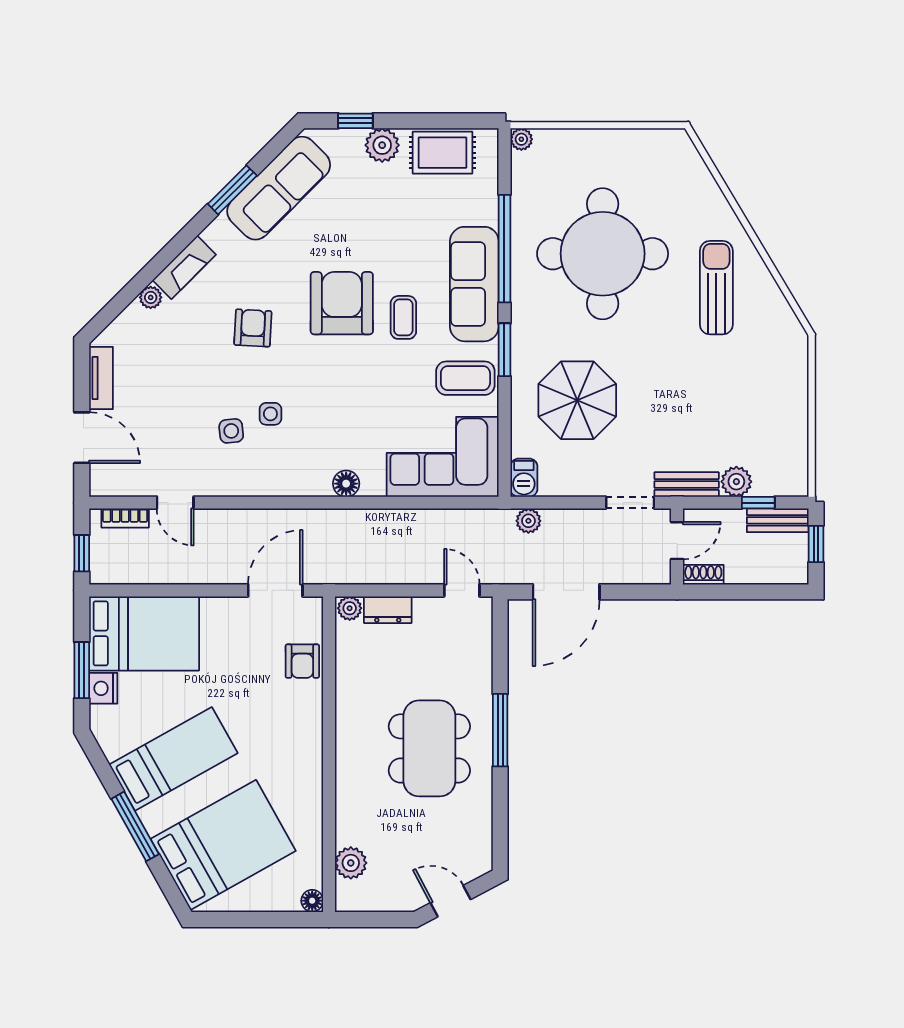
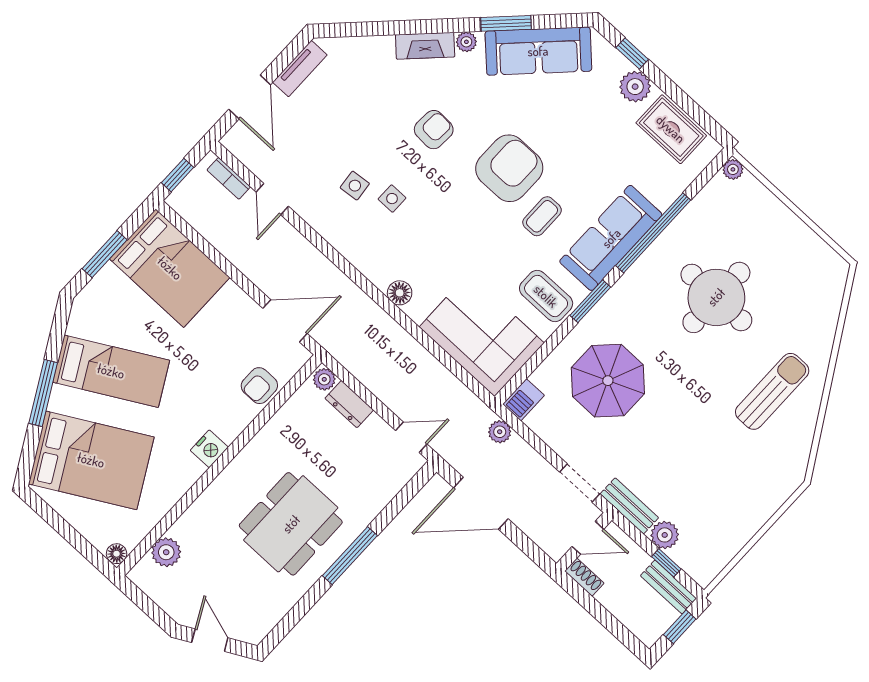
round table: (603, 254) -> (716, 297), width x0.73, depth x0.73
plant: (151, 297) -> (466, 42), moved
door: (462, 590) -> (411, 437), hinge flipped
nightstand: (103, 688) -> (209, 449), moved, turned 180

